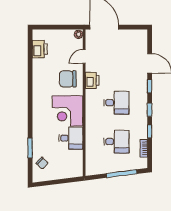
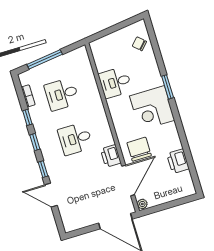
printer: (40, 49) -> (178, 161), moved
door: (84, 57) -> (128, 180), width x1.87
chair: (68, 79) -> (139, 149), turned -90
corner desk: (68, 111) -> (152, 108), moved, turned 180
window: (30, 148) -> (168, 87), moved

